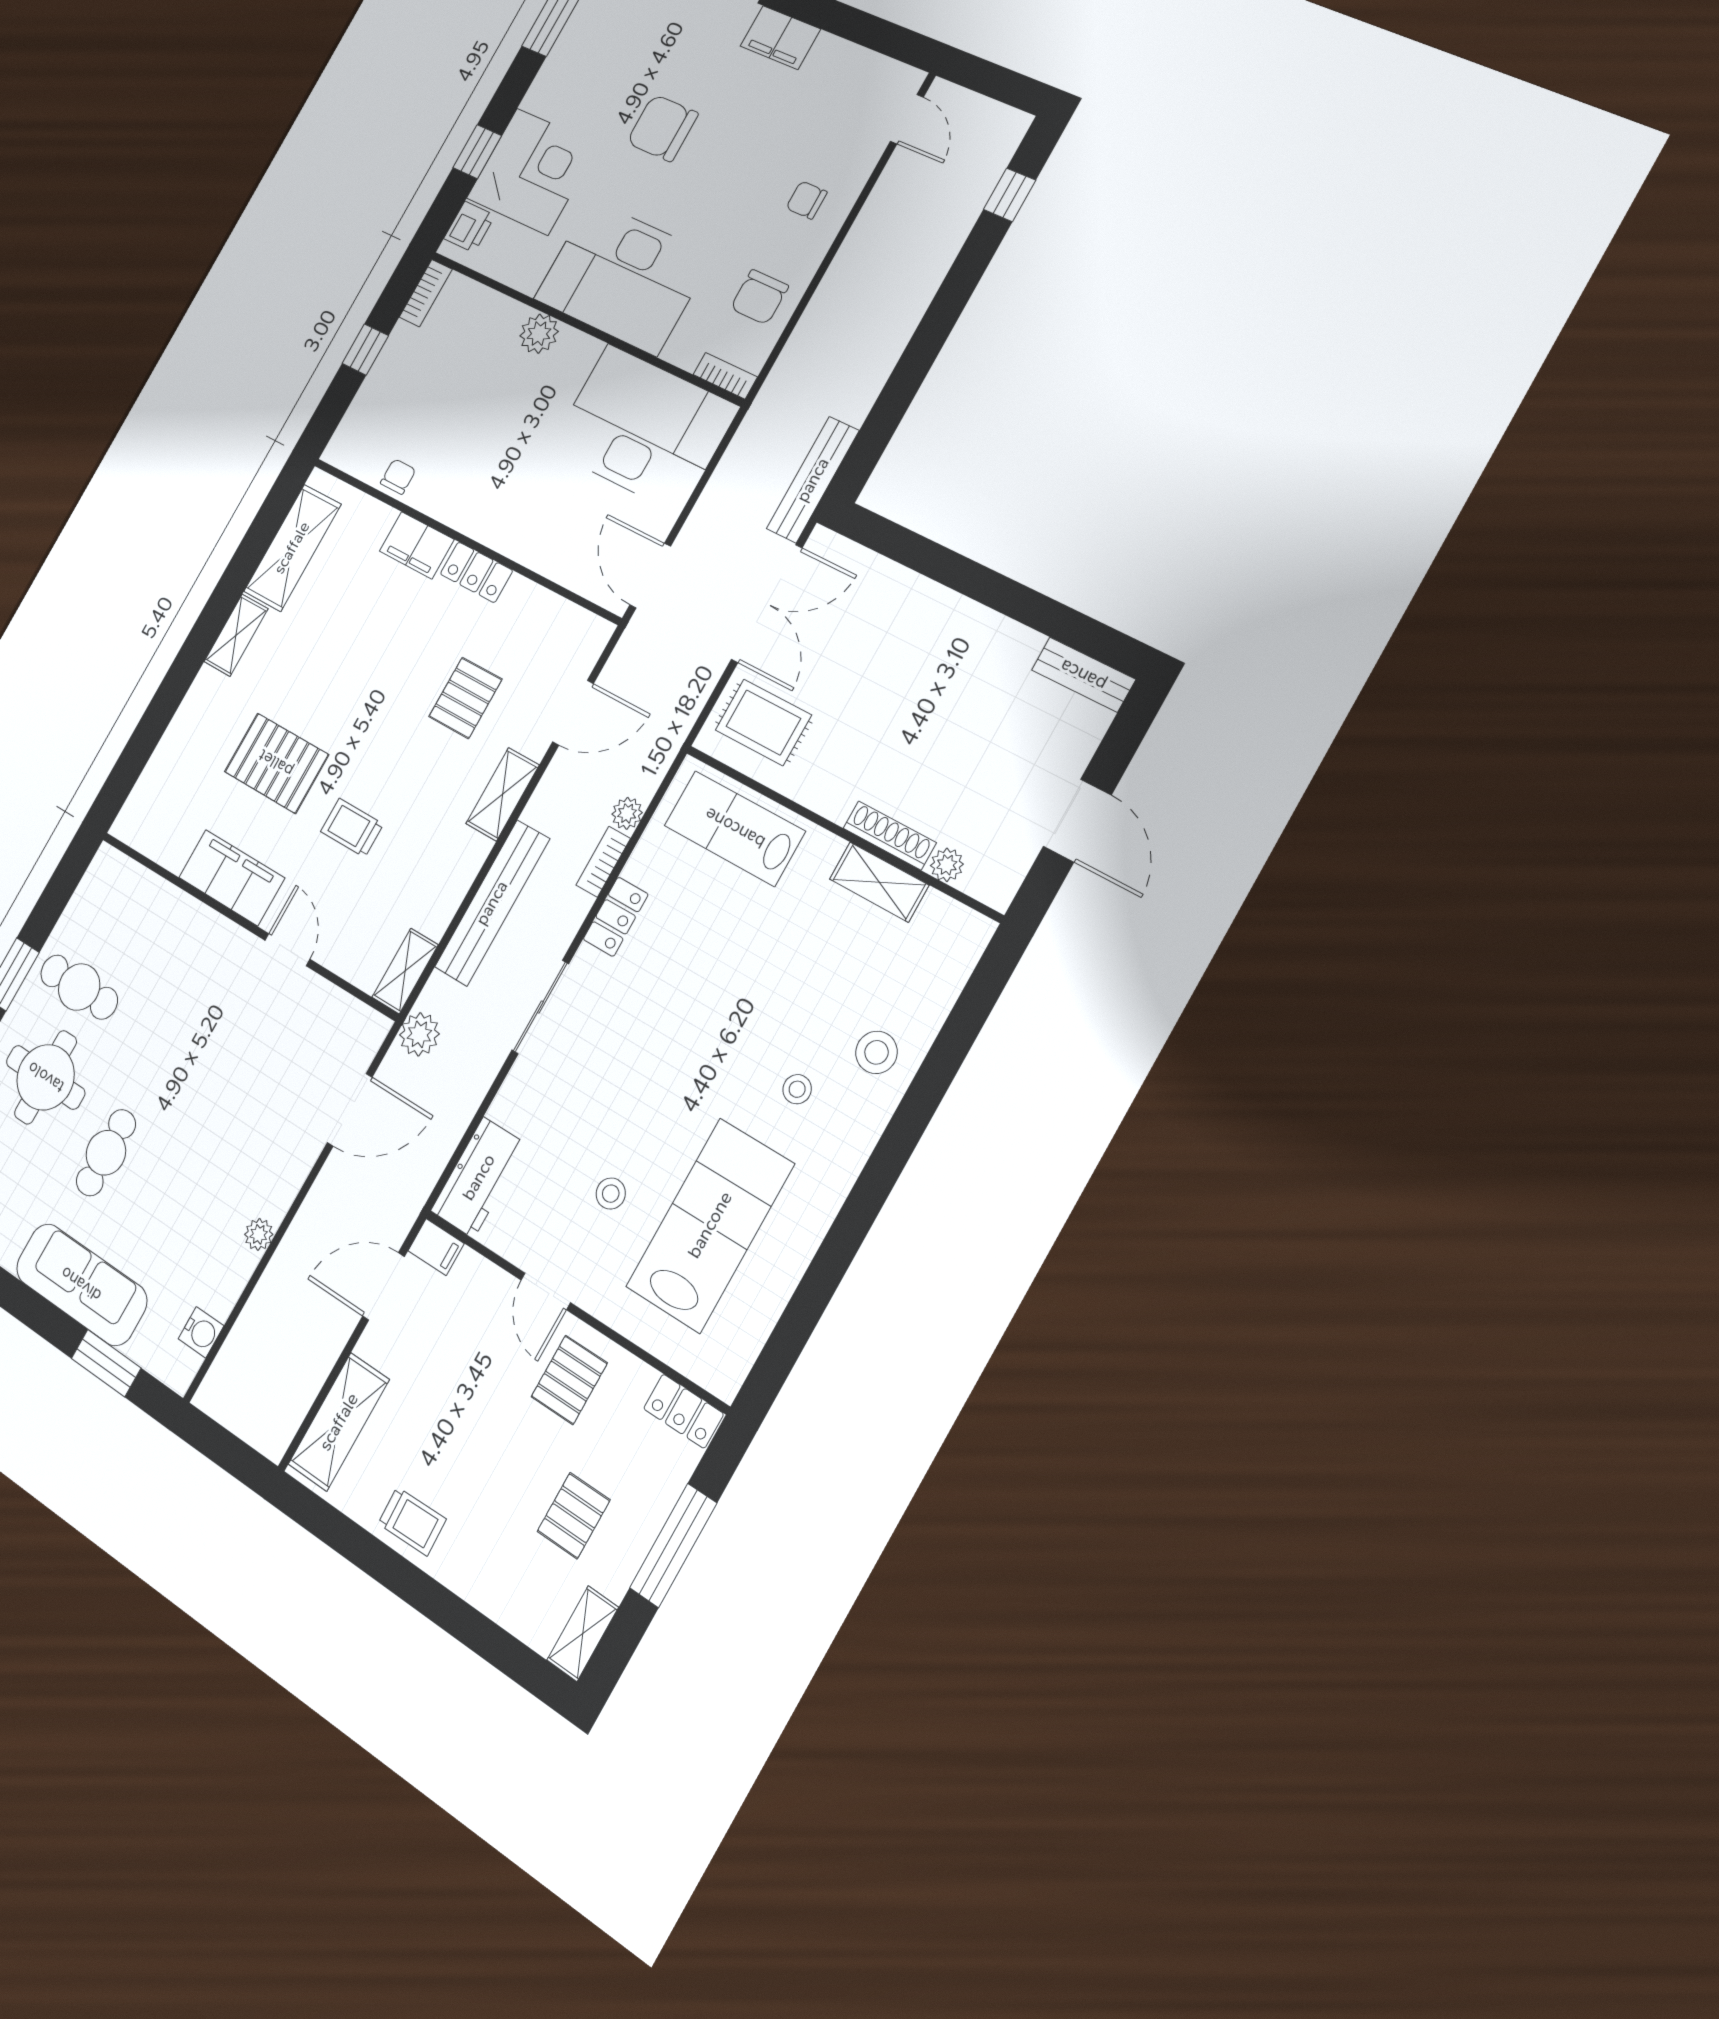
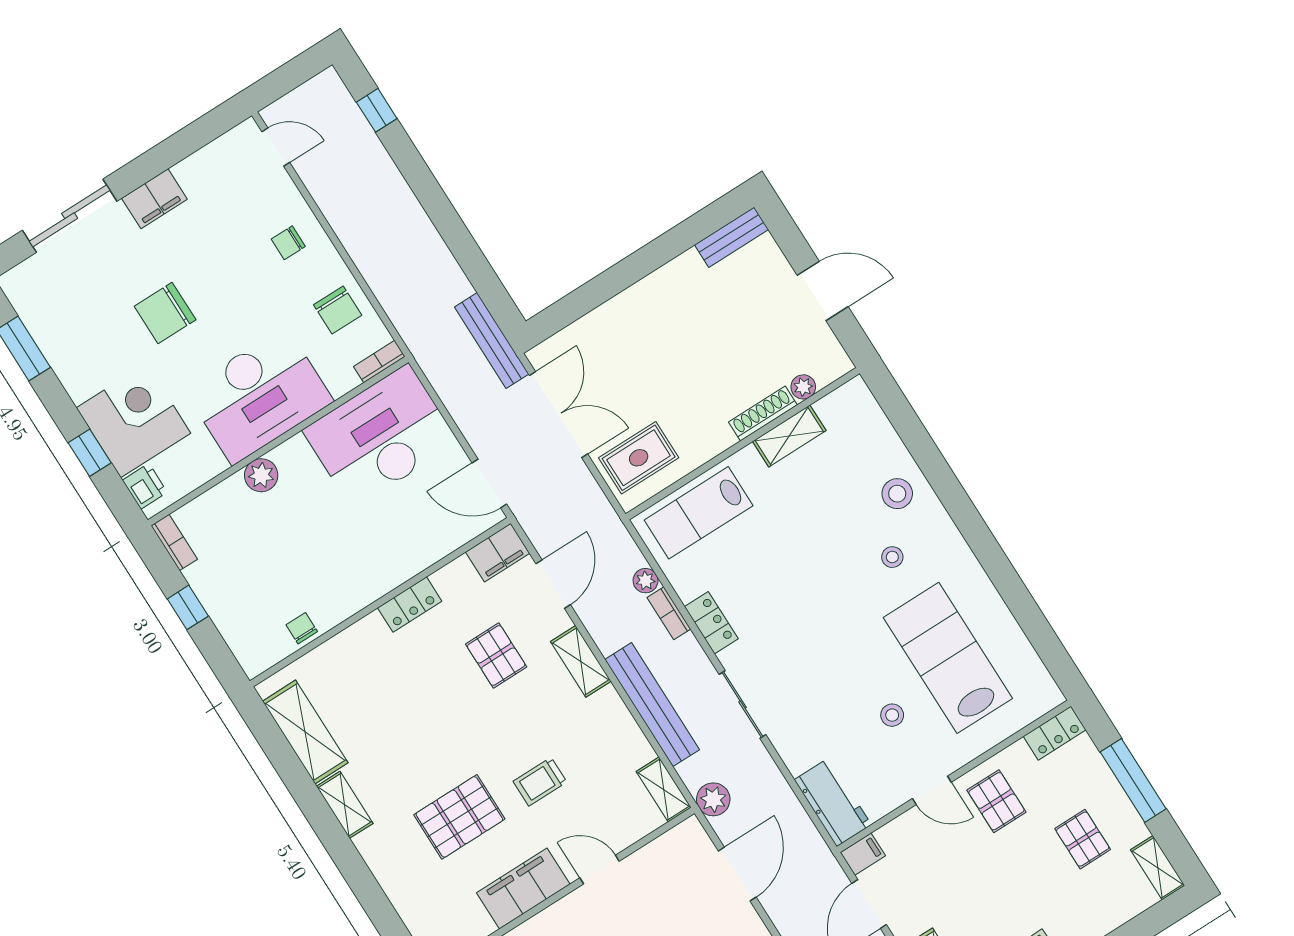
filing cabinet: (417, 545) -> (498, 553), moved

